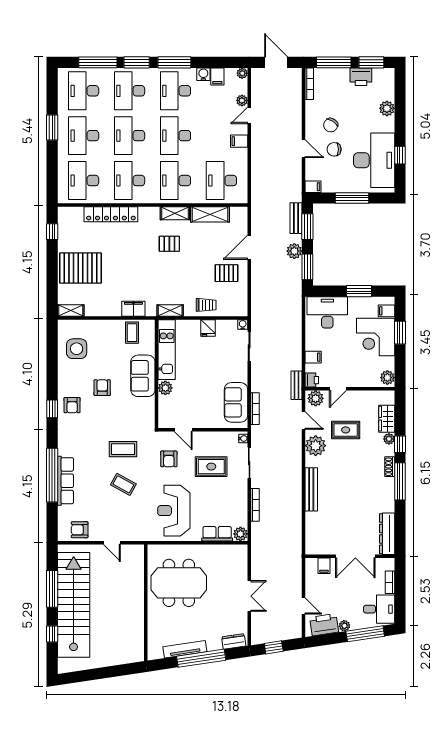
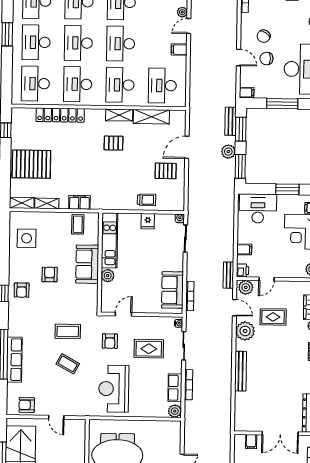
shelving: (170, 311) -> (47, 203), moved
door: (183, 430) -> (124, 314), swing flipped
row of seats: (217, 534) -> (175, 388), moved, turned -90

